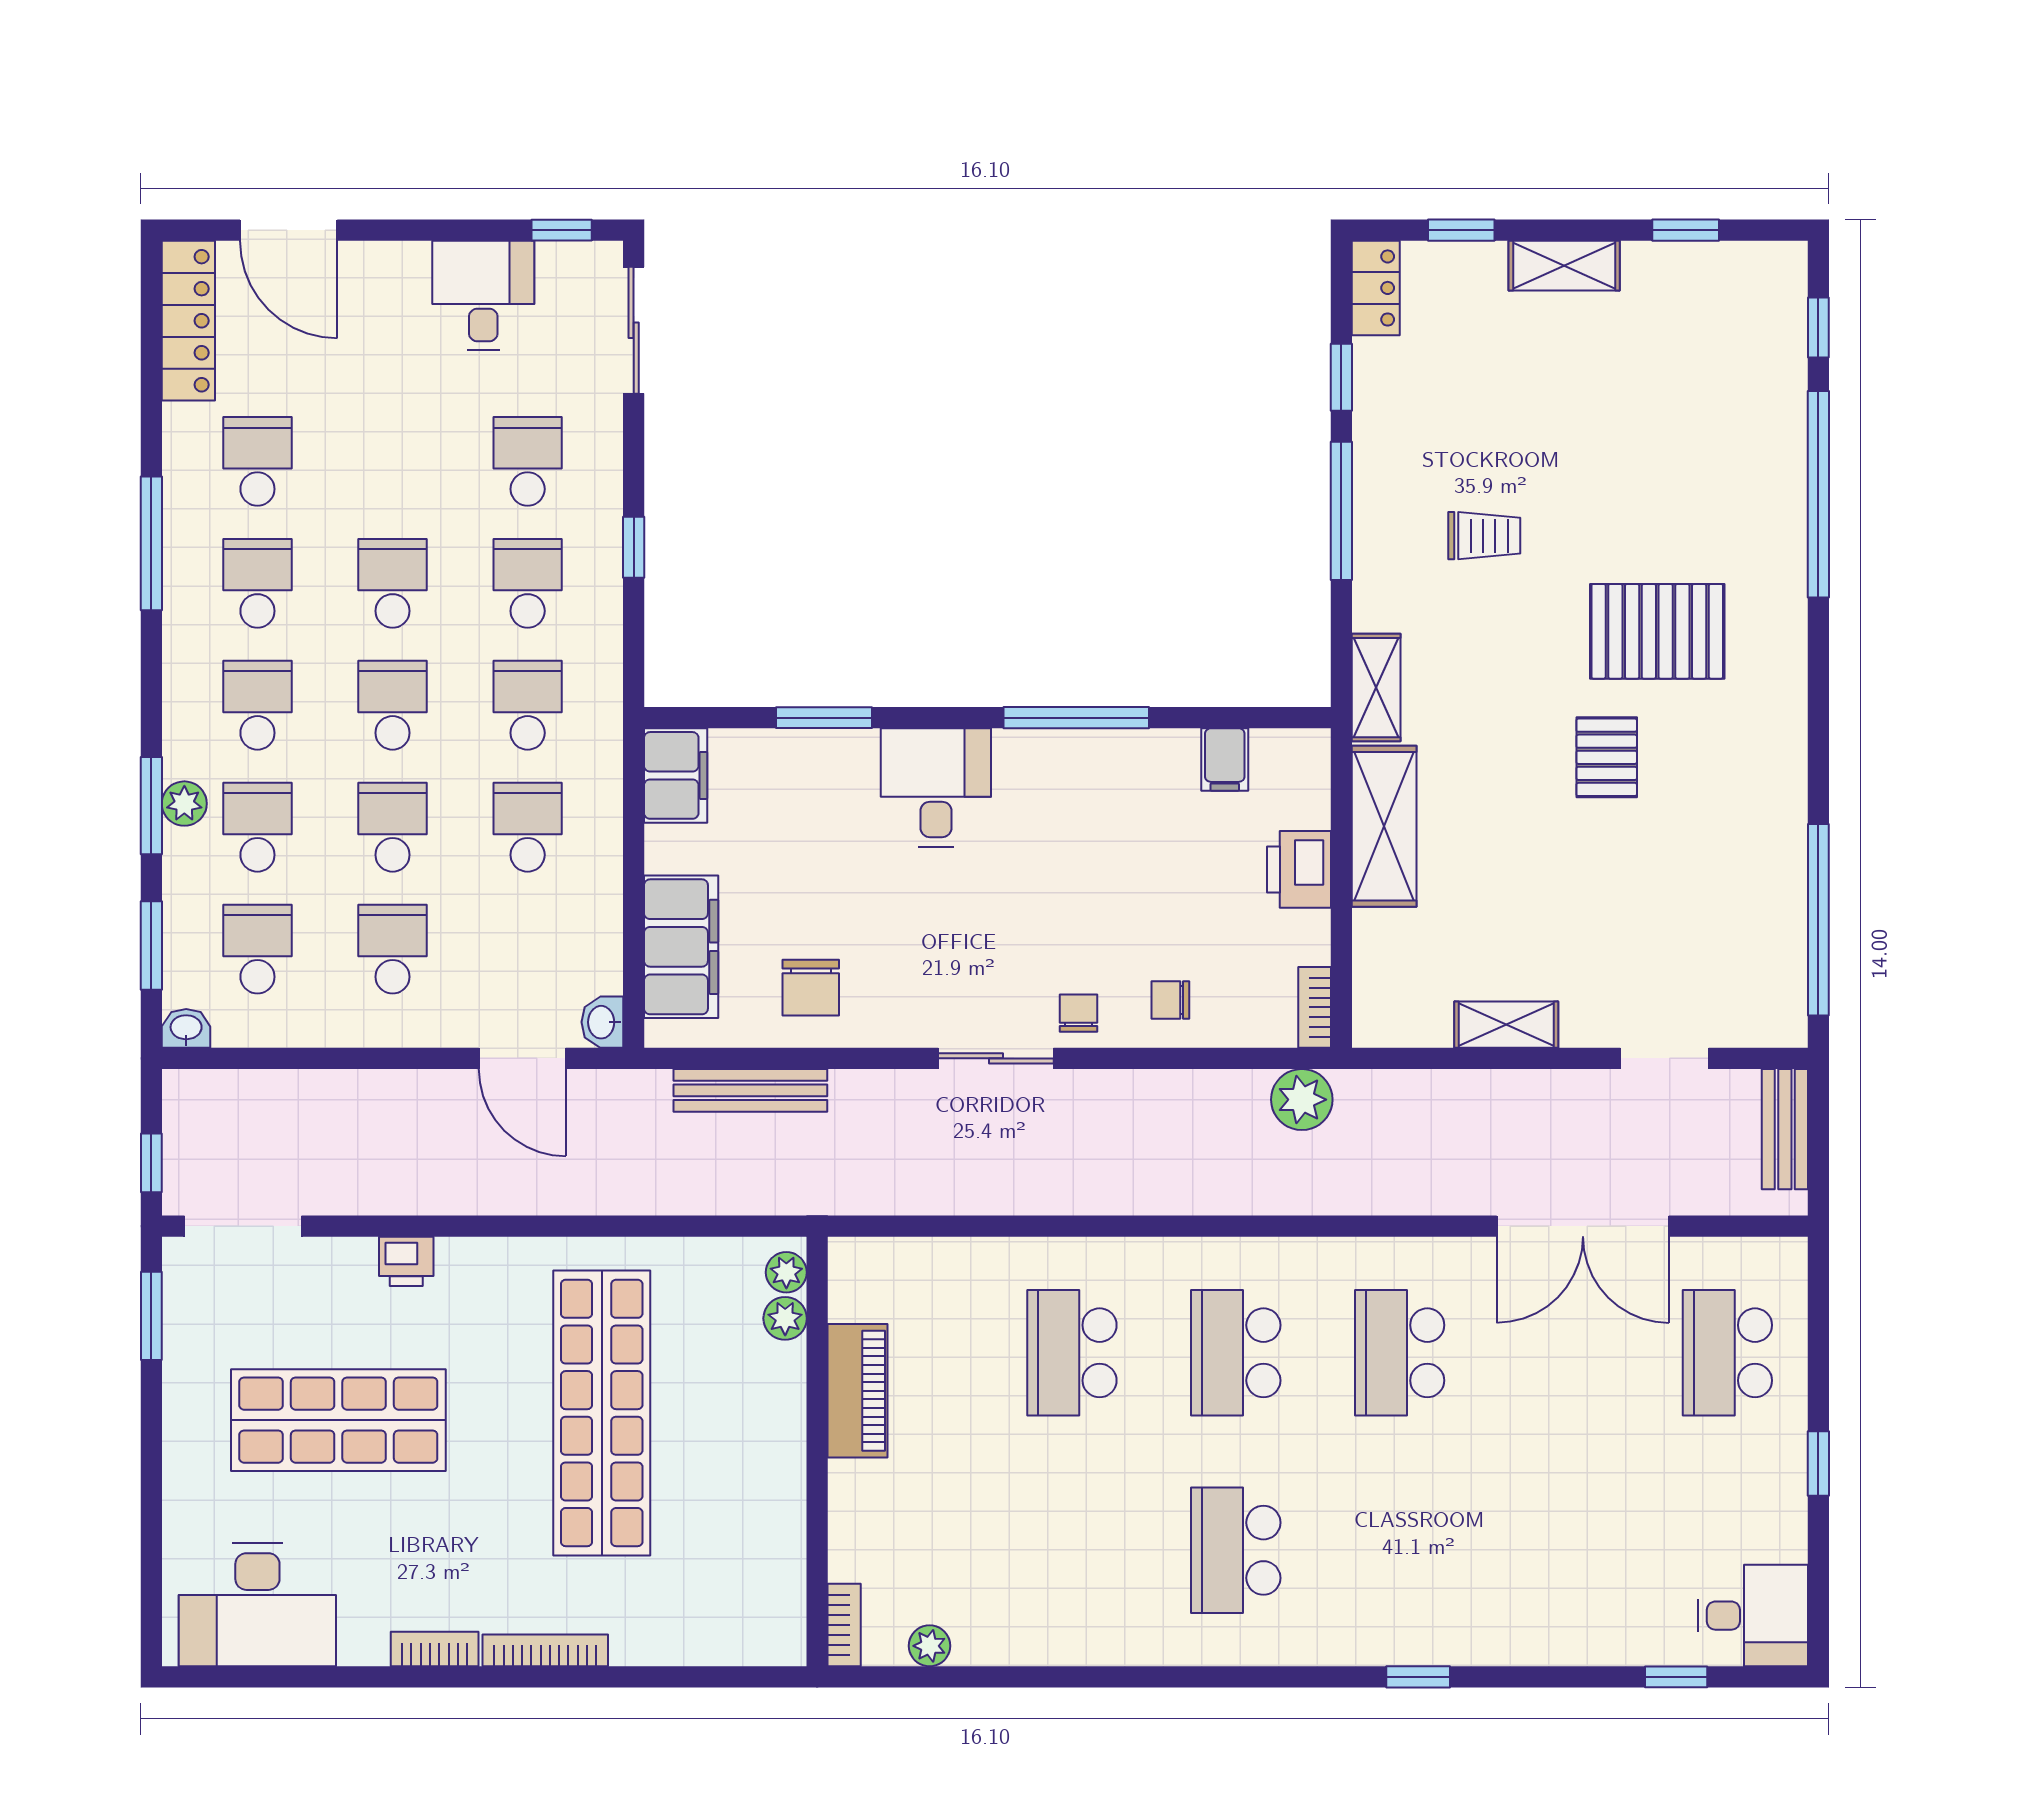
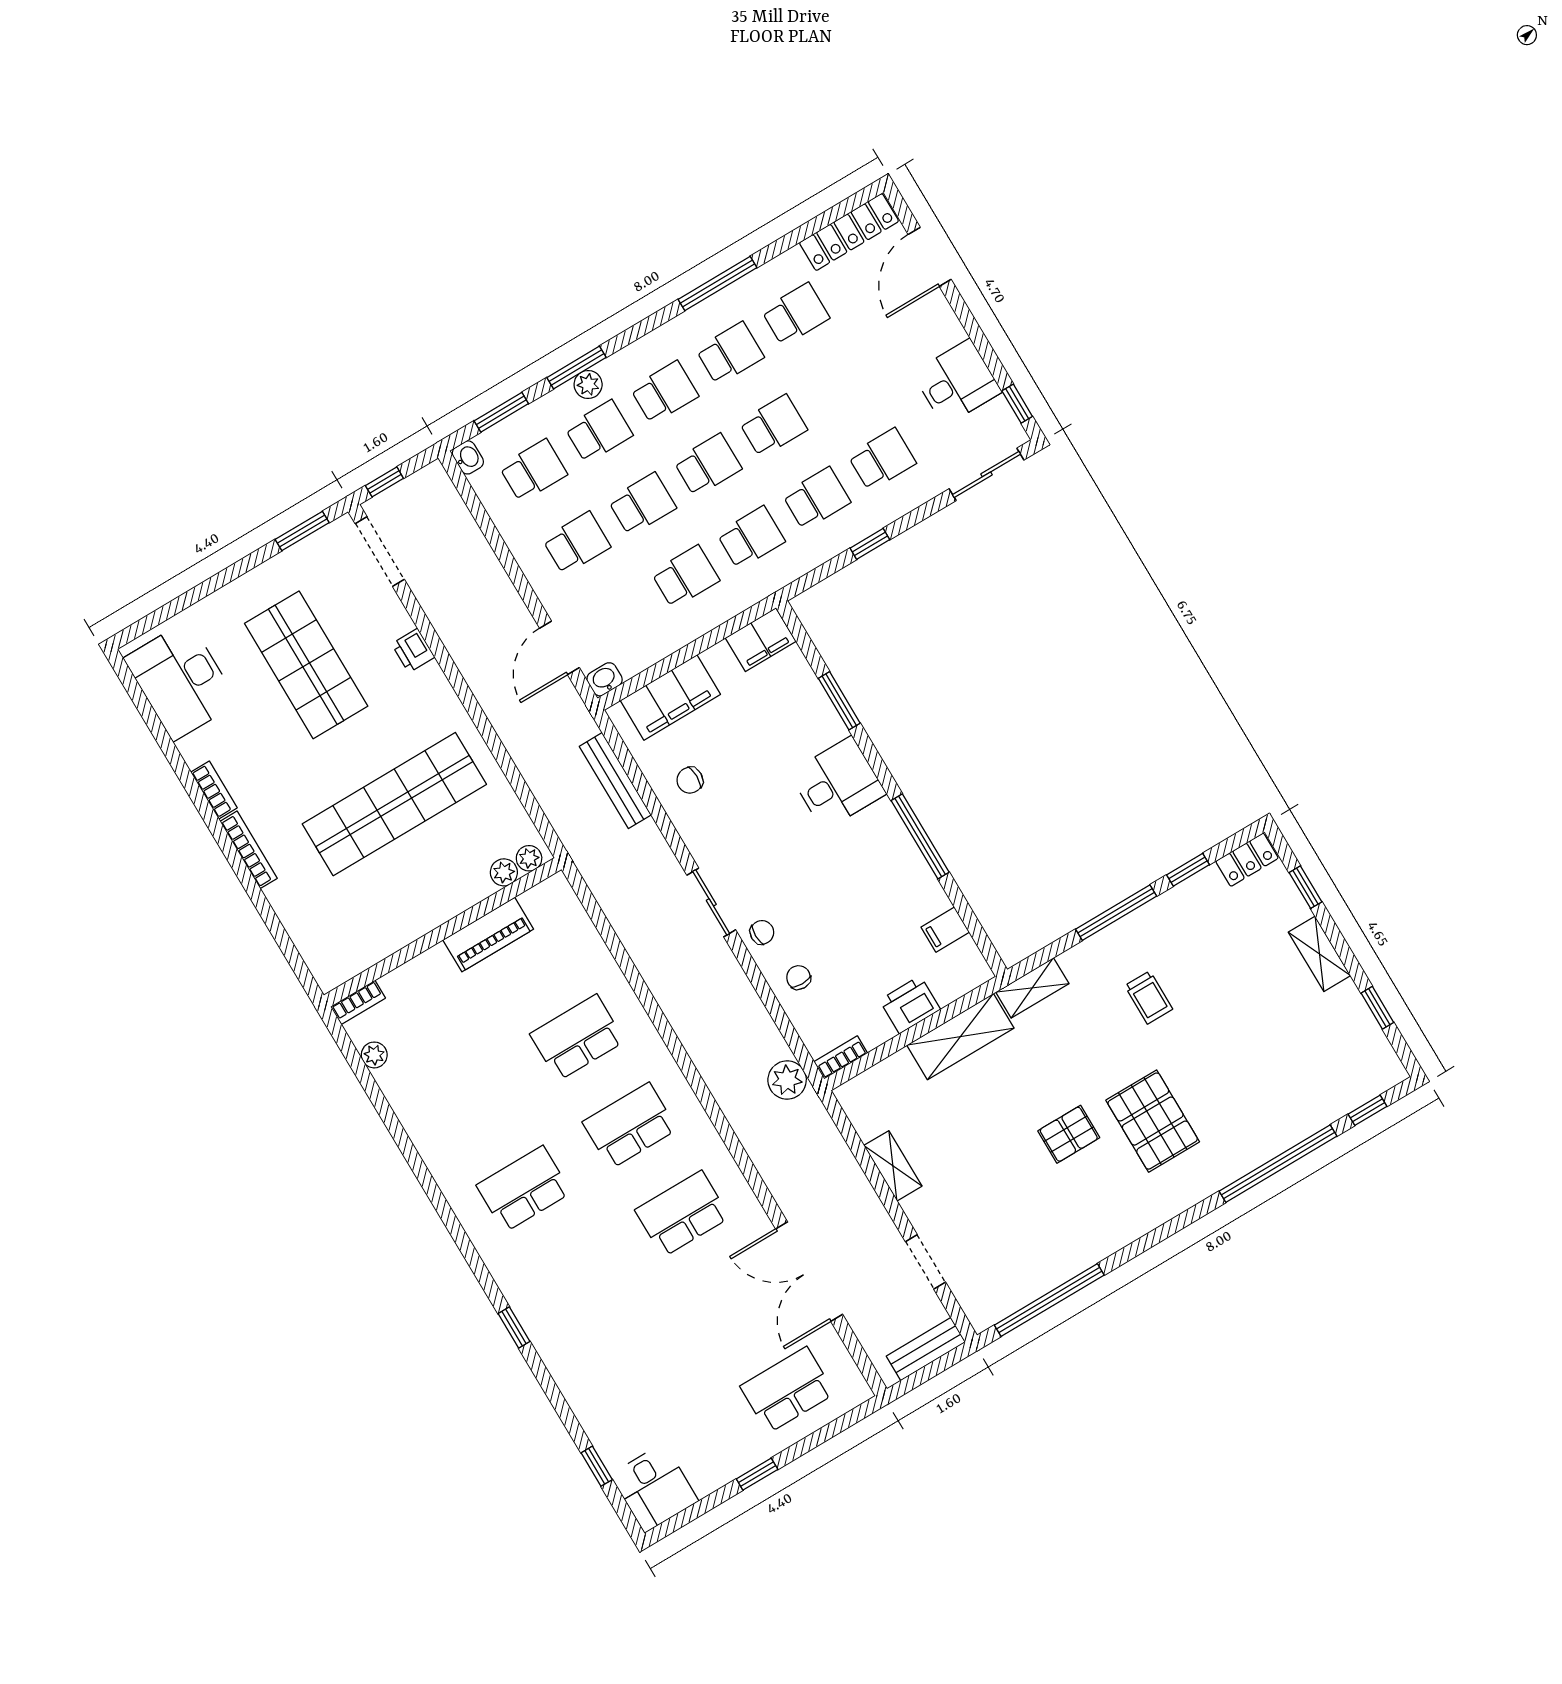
chair: (811, 988) -> (690, 780), width x0.73, depth x0.73

